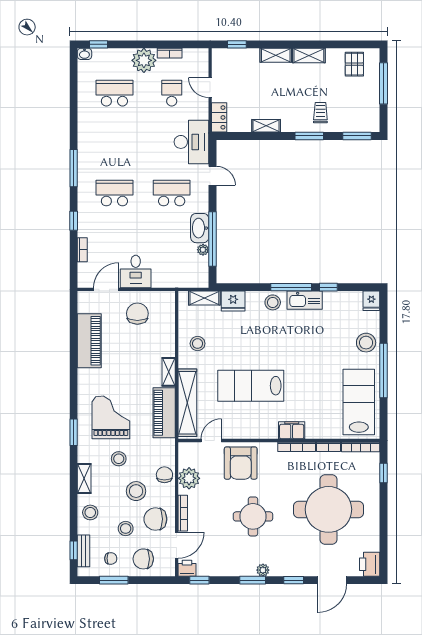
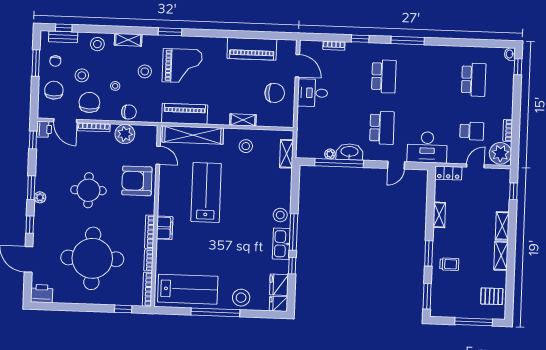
plant: (144, 60) -> (500, 153), moved
fridge: (233, 301) -> (279, 285), moved
shelving: (169, 372) -> (243, 120), moved
stool: (136, 491) -> (115, 86), width x0.53, depth x0.53

